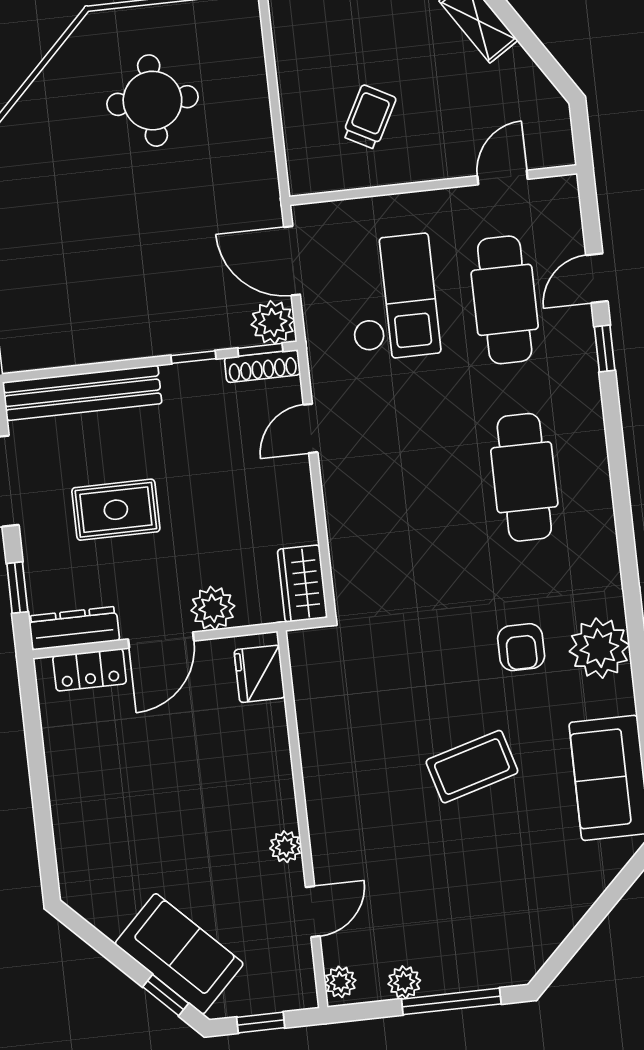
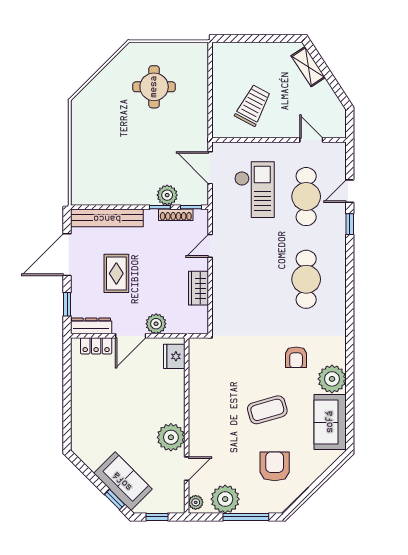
trolley: (369, 117) -> (253, 105), width x1.36, depth x1.39
door: (502, 177) -> (311, 140), hinge flipped
plant: (273, 322) -> (167, 195), moved
shoe rack: (262, 366) -> (176, 215), moved
rug: (116, 510) -> (116, 273), turned 90
wardrobe: (302, 584) -> (198, 288), moved
plant: (599, 648) -> (332, 379), moved
plant: (286, 847) -> (171, 437), width x1.88, depth x1.88
armchair: (501, 886) -> (275, 466), added
plant: (404, 982) -> (225, 499), width x1.87, depth x1.87

